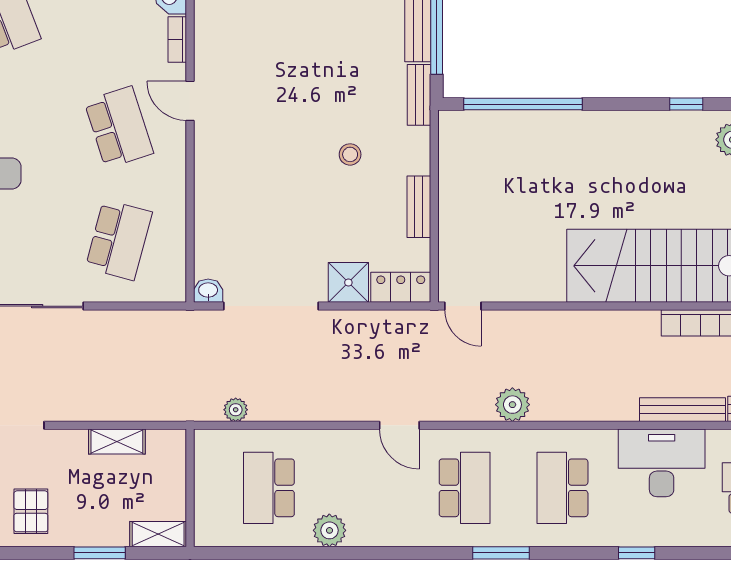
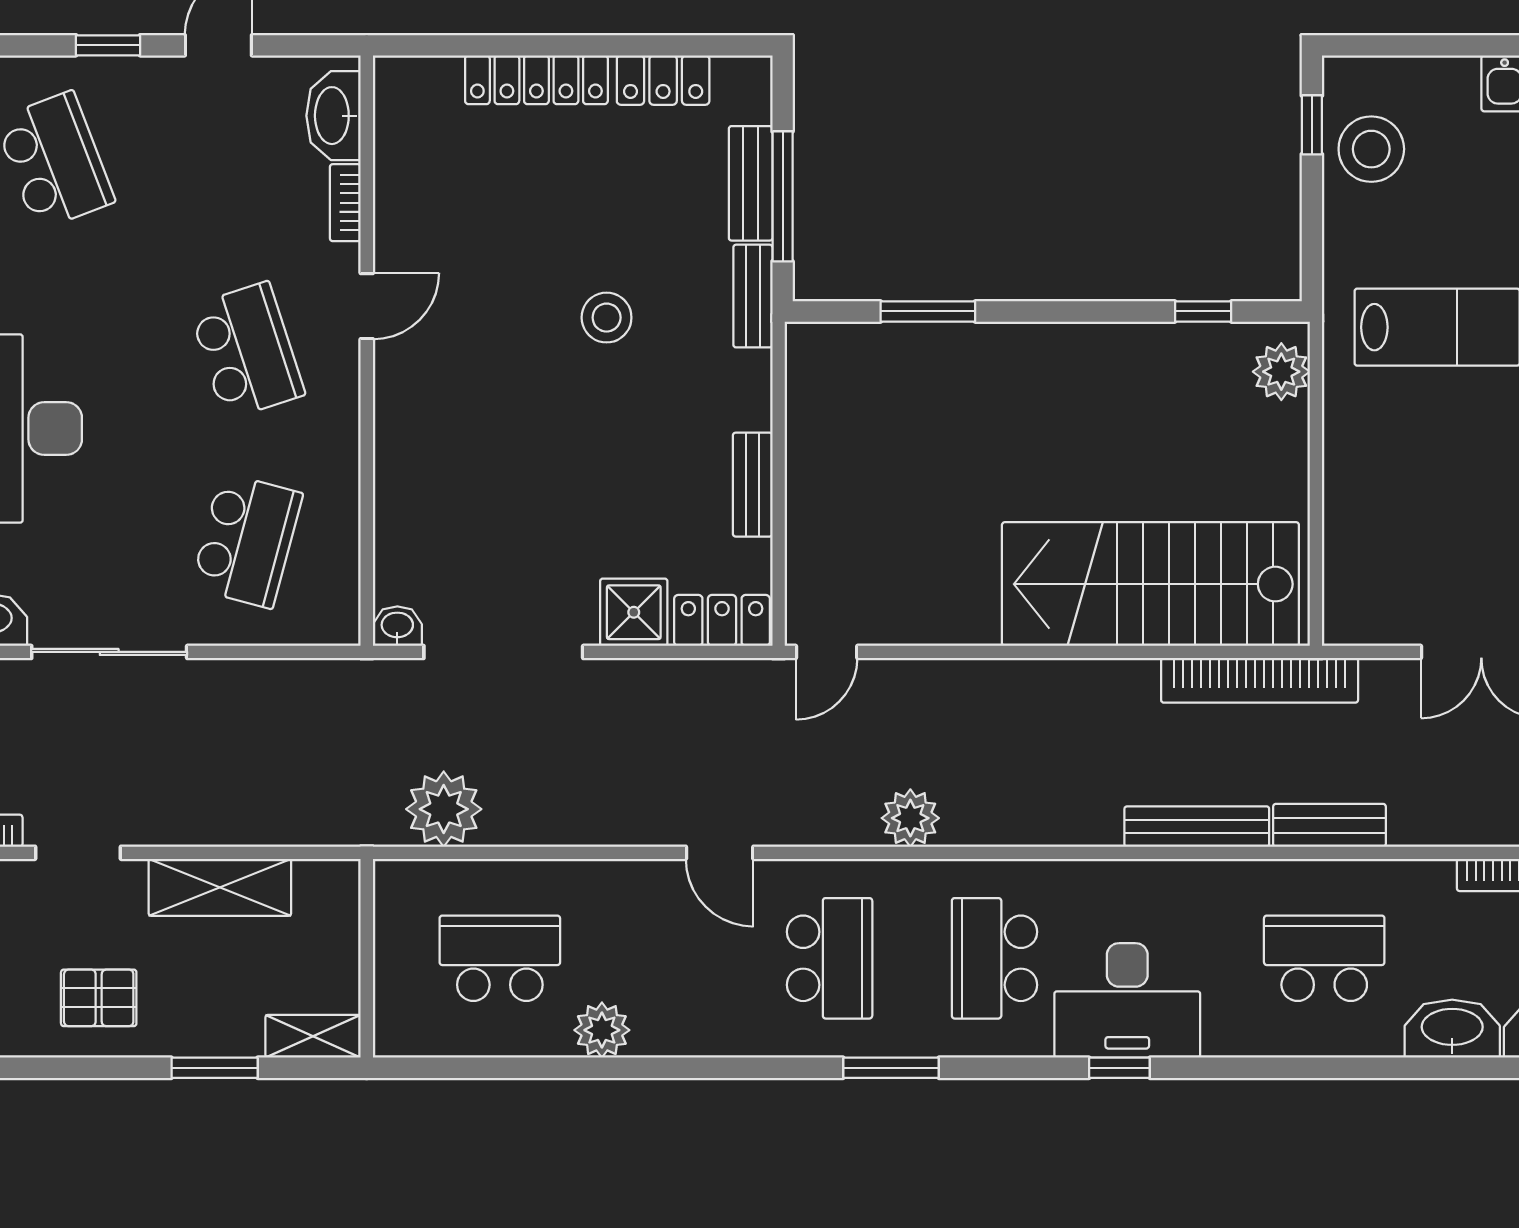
door: (190, 101) -> (367, 306), swing flipped
window: (523, 104) -> (928, 311), width x0.47
stool: (350, 154) -> (607, 318), moved, width x1.37, depth x1.37
door: (463, 306) -> (827, 652), hinge flipped
plant: (236, 410) -> (444, 809), width x1.88, depth x1.88
shelving: (117, 442) -> (220, 887), width x1.50, depth x1.33
desk: (662, 463) -> (1127, 1000), moved, turned 180
school desk: (269, 488) -> (500, 958), turned 90
pallet: (31, 511) -> (99, 998), turned 90

